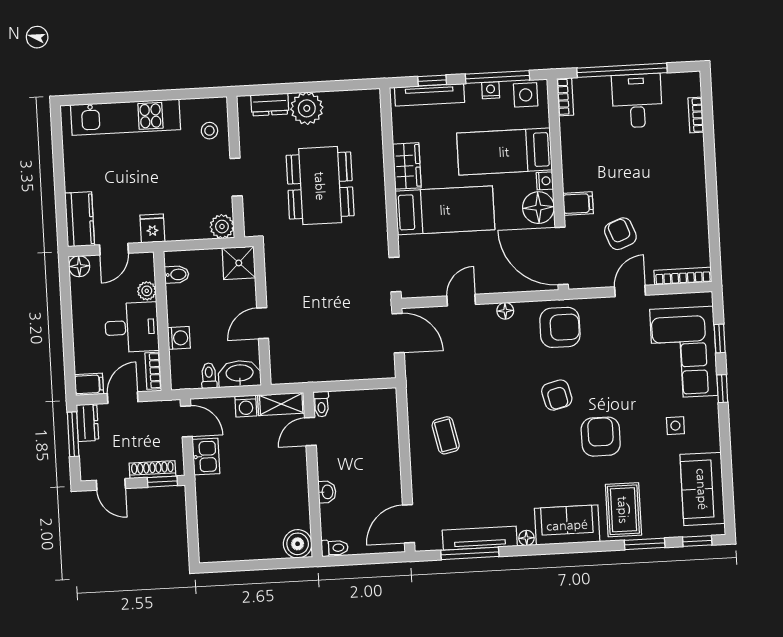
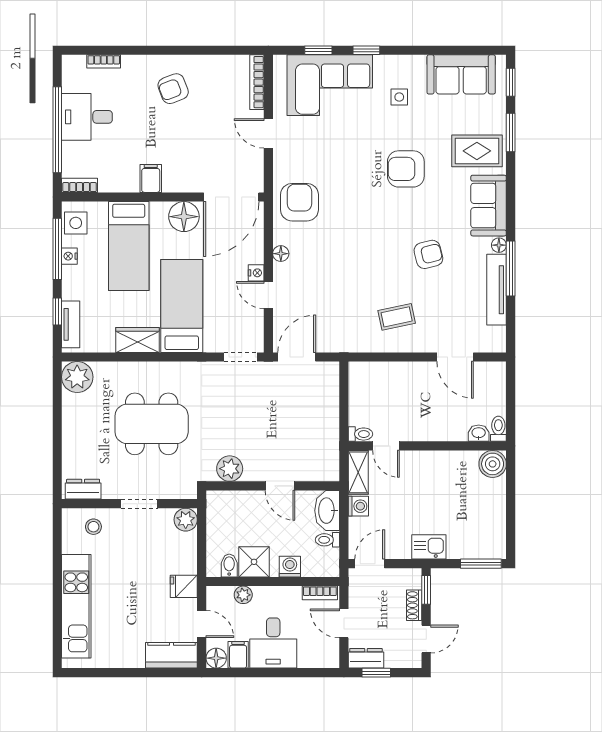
tv unit: (429, 95) -> (71, 324), width x0.71
dresser: (270, 105) -> (83, 489), moved, turned -90
plant: (307, 108) -> (77, 377), moved
nightstand: (545, 181) -> (256, 273), moved, turned 90
filing cabinet: (578, 203) -> (151, 178), moved
armchair: (620, 234) -> (173, 89), moved
shower: (239, 263) -> (254, 562), moved
plant: (278, 270) -> (230, 469), added
desk: (132, 327) -> (273, 643), moved, turned 180
filing cabinet: (89, 384) -> (238, 655), moved
armchair: (557, 395) -> (428, 254), moved
window: (73, 434) -> (376, 673), width x0.67
kitchen sink: (206, 457) -> (429, 547), moved
shoe rack: (152, 470) -> (414, 605), width x0.70
washbasin: (327, 492) -> (479, 433), moved
door: (408, 524) -> (455, 357), moved
window: (193, 537) -> (481, 564), added
window: (470, 553) -> (511, 268), moved

